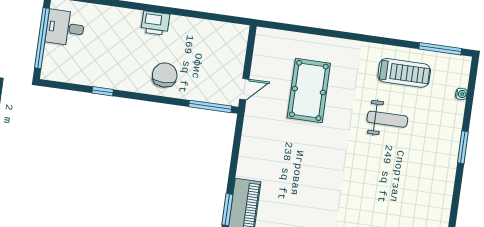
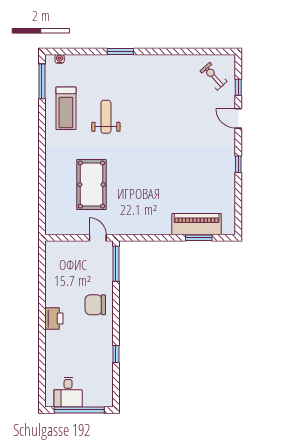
treadmill: (404, 73) -> (66, 108), turned 180
pool table: (309, 90) -> (91, 185), turned 90
water cooler: (461, 94) -> (60, 59), moved

